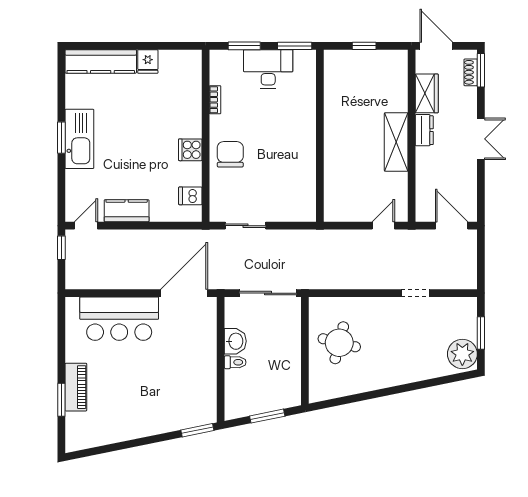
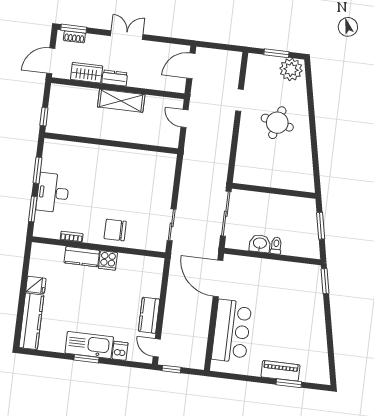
kitchen counter: (191, 116) -> (82, 257), added
wall: (320, 136) -> (111, 143), moved
dishwasher: (190, 196) -> (120, 351), moved, turned 180
round table: (339, 343) -> (277, 123), moved

